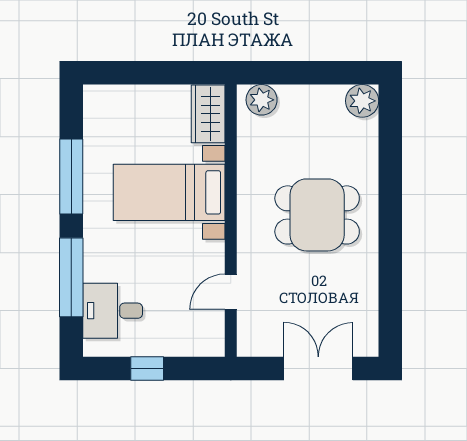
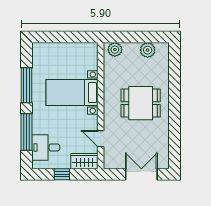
plant: (362, 101) -> (148, 50), moved
wardrobe: (208, 114) -> (84, 161), moved, turned 90
door: (231, 292) -> (101, 139), hinge flipped

